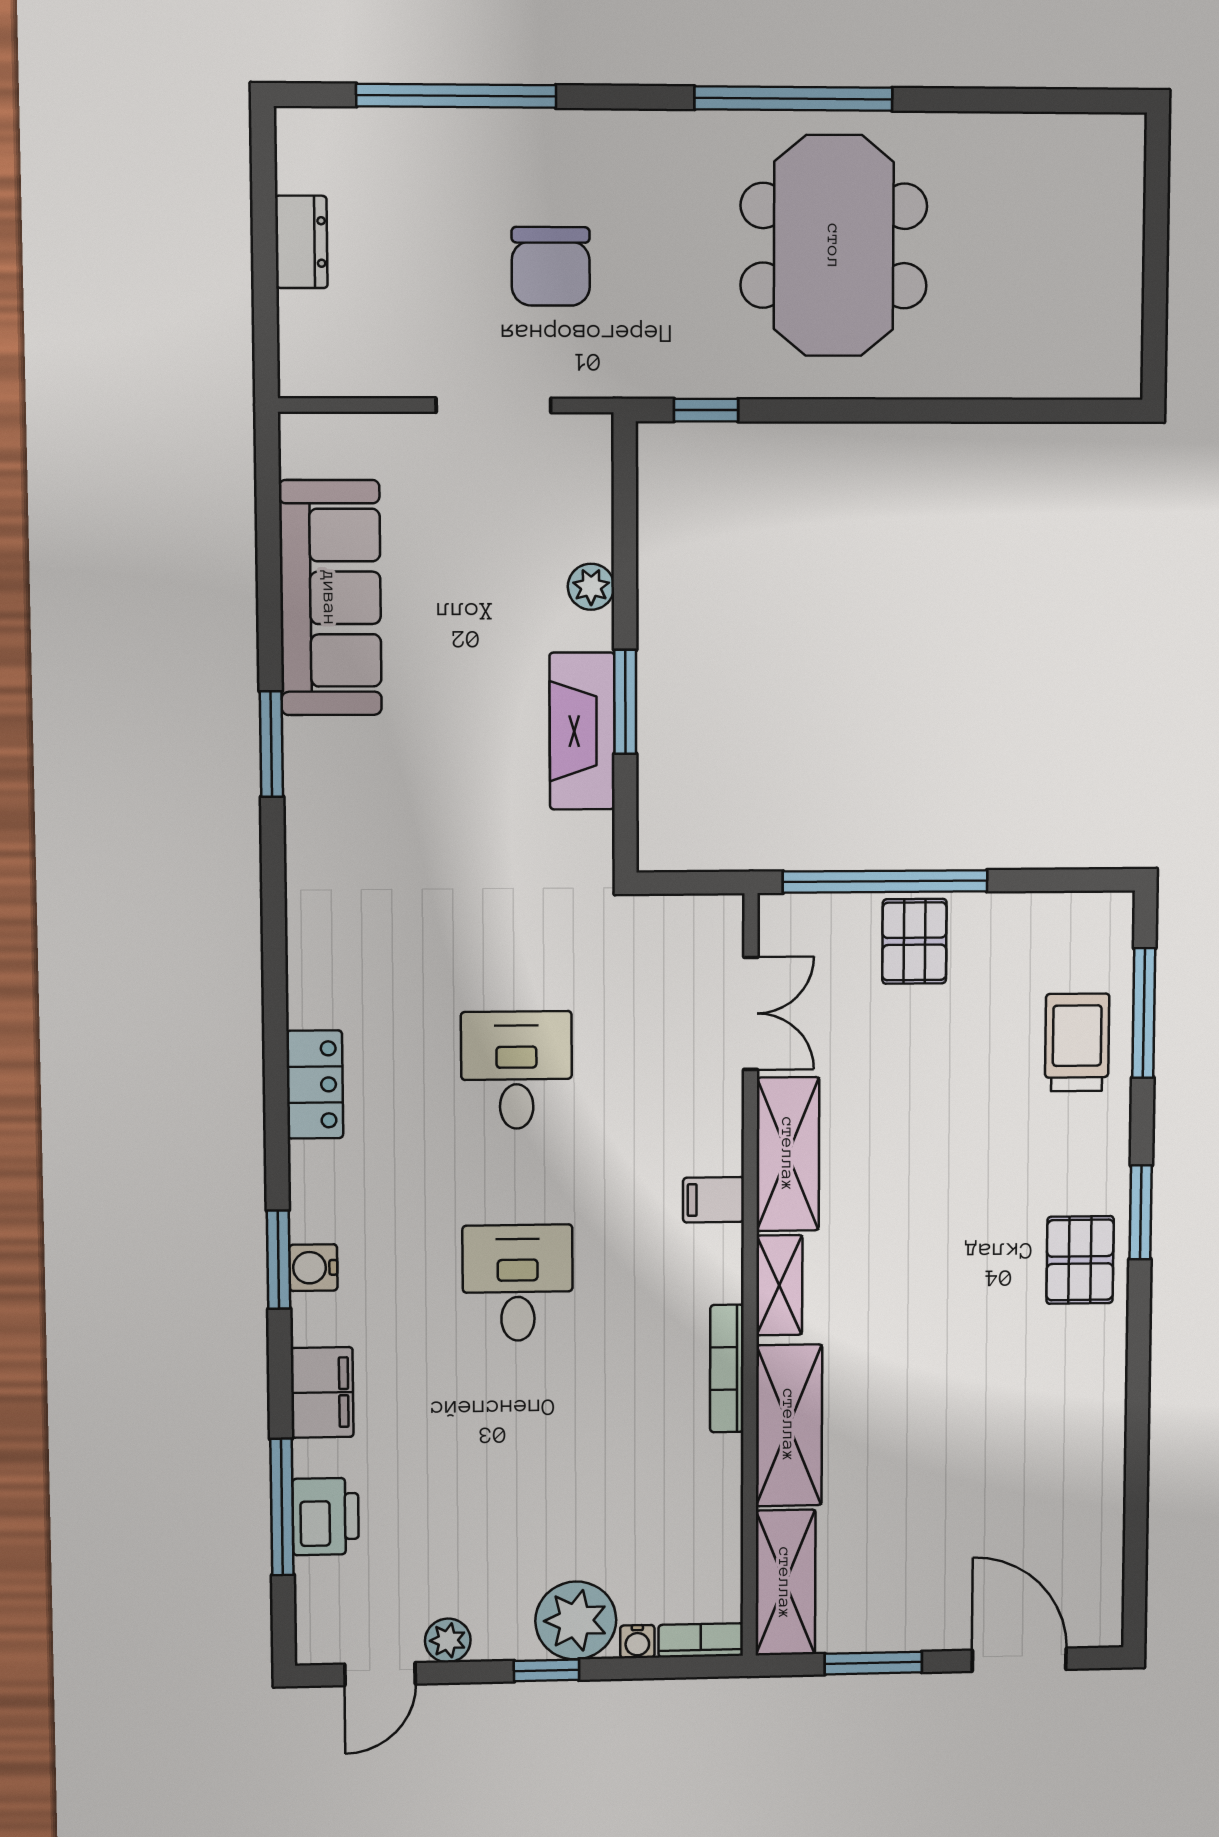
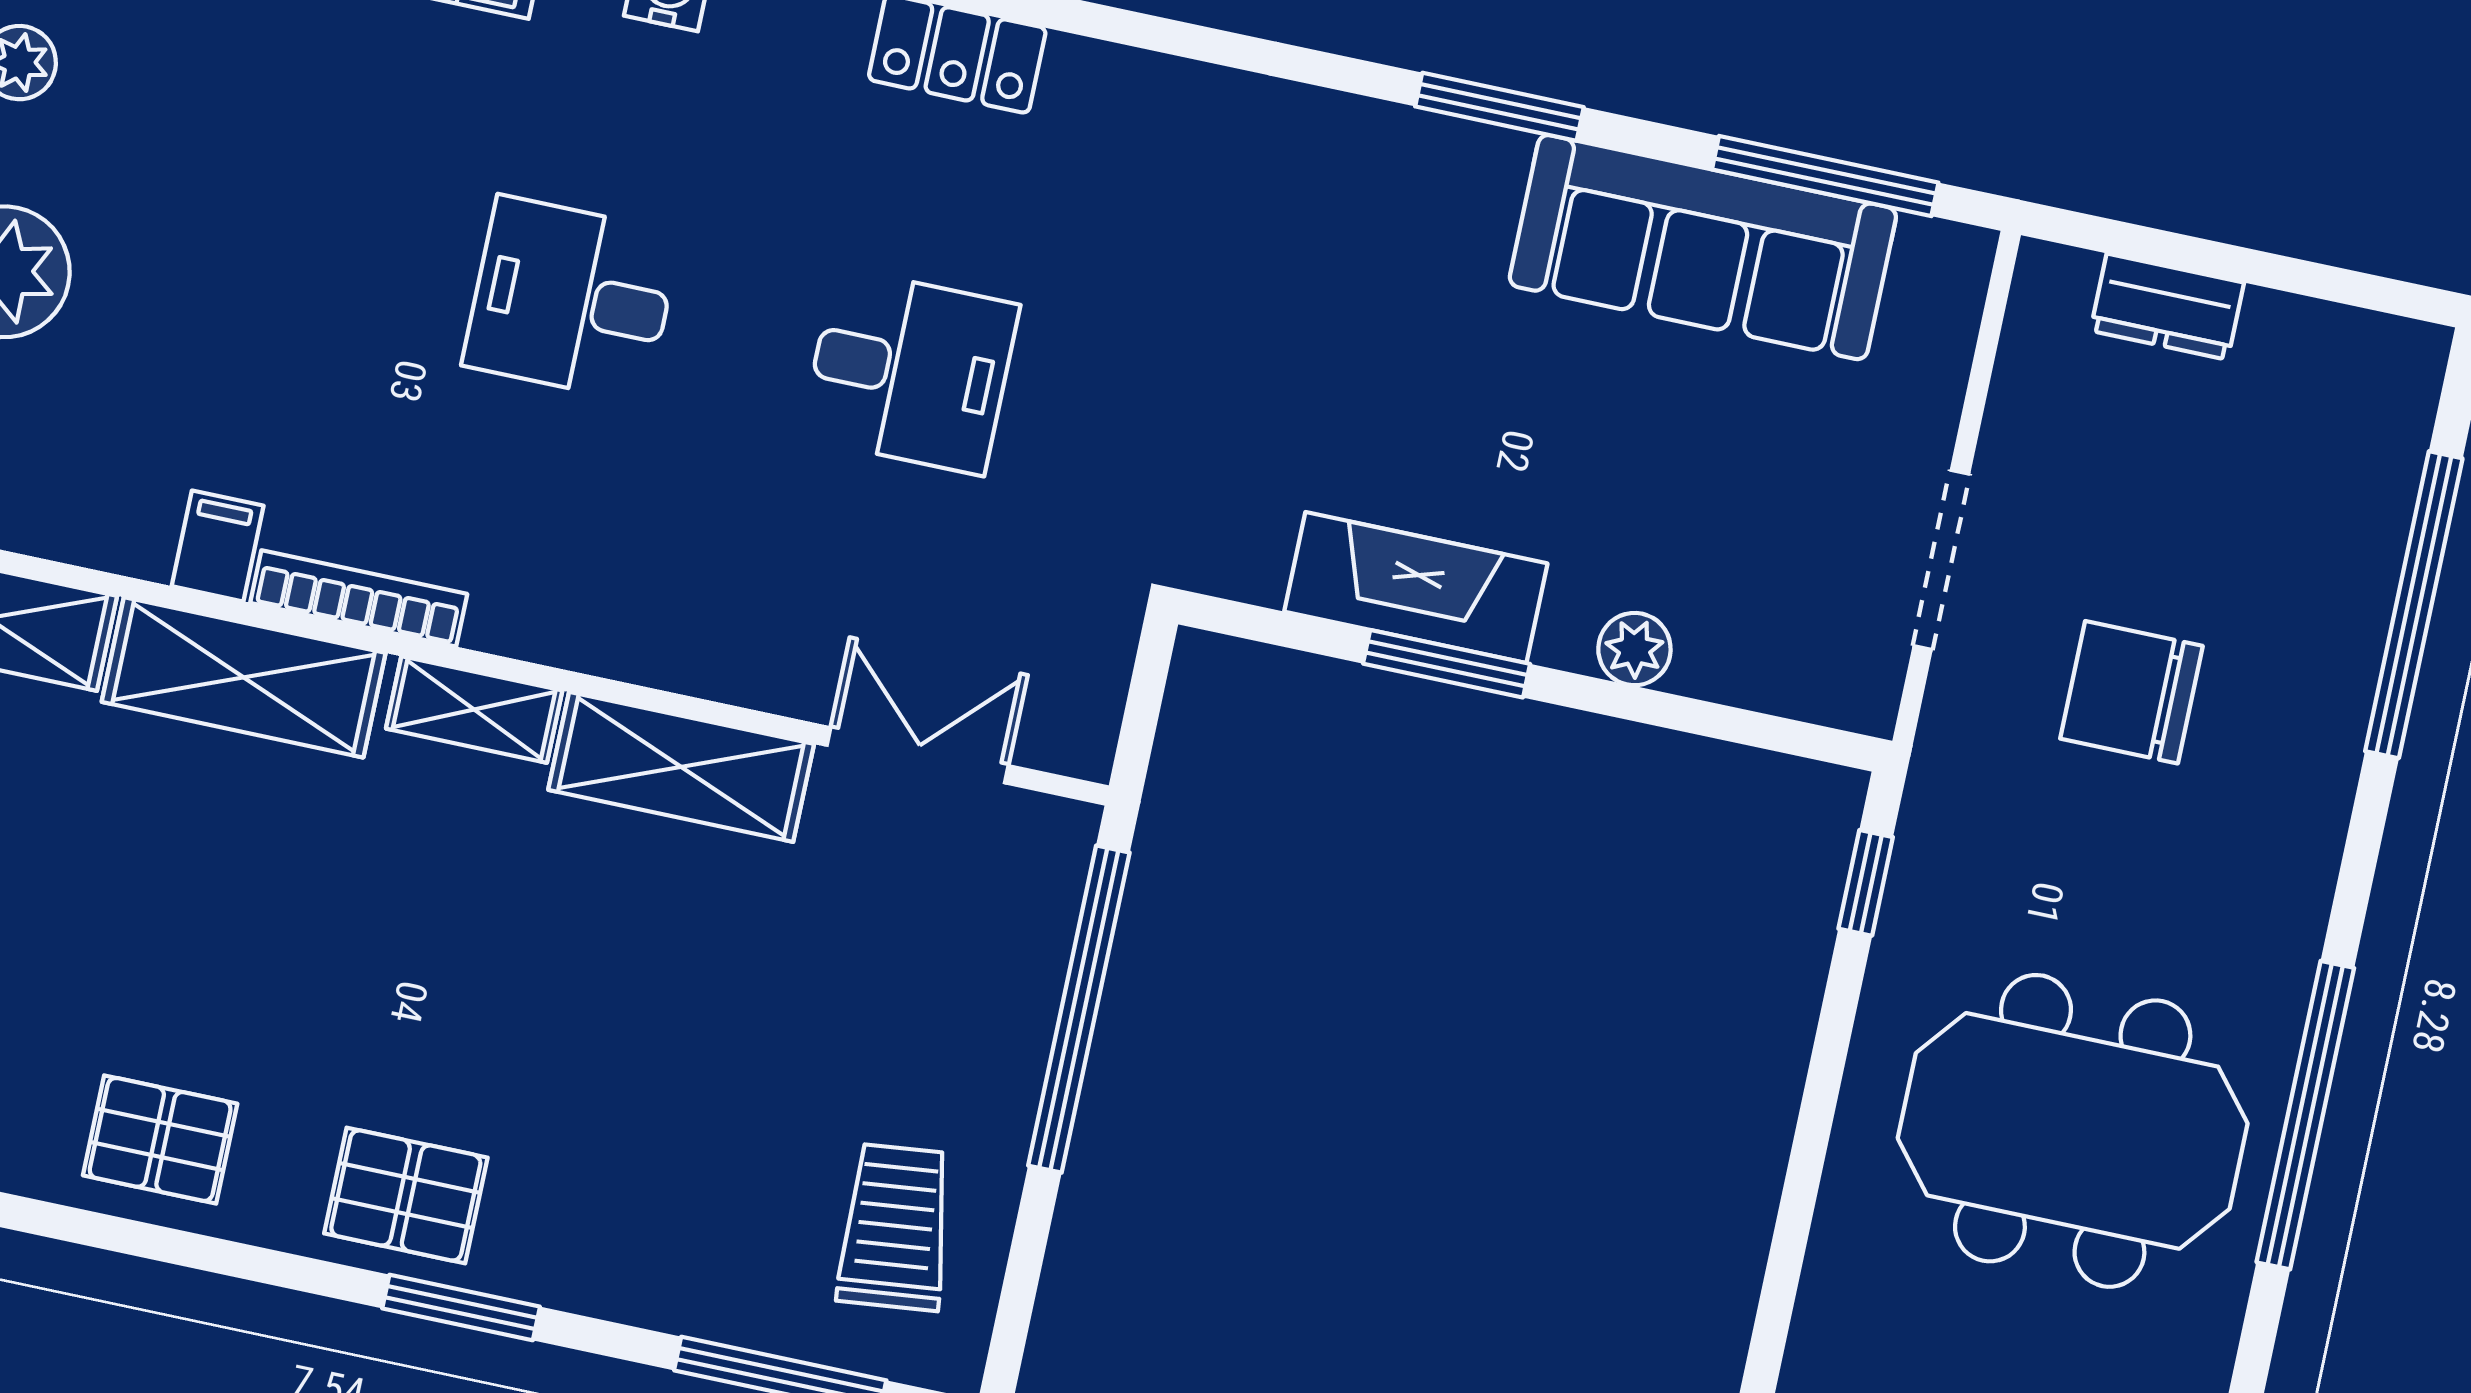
dresser: (301, 242) -> (2167, 307), moved
window: (268, 530) -> (1825, 176), added
pallet: (914, 941) -> (160, 1139), moved
double door: (751, 1013) -> (918, 755), swing flipped
trolley: (1077, 1042) -> (895, 1227), moved, turned -96
filing cabinet: (713, 1200) -> (218, 546), moved
desk: (518, 1283) -> (572, 299), turned 180

